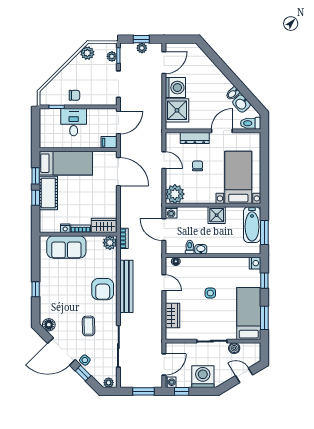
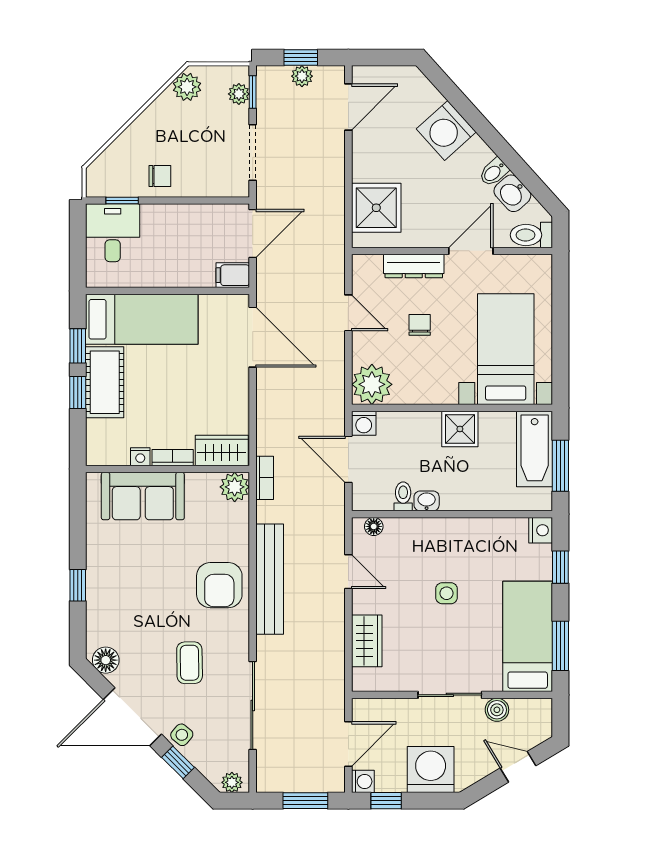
washing machine: (175, 88) -> (446, 130), moved, turned 138
desk: (74, 122) -> (113, 233), moved

